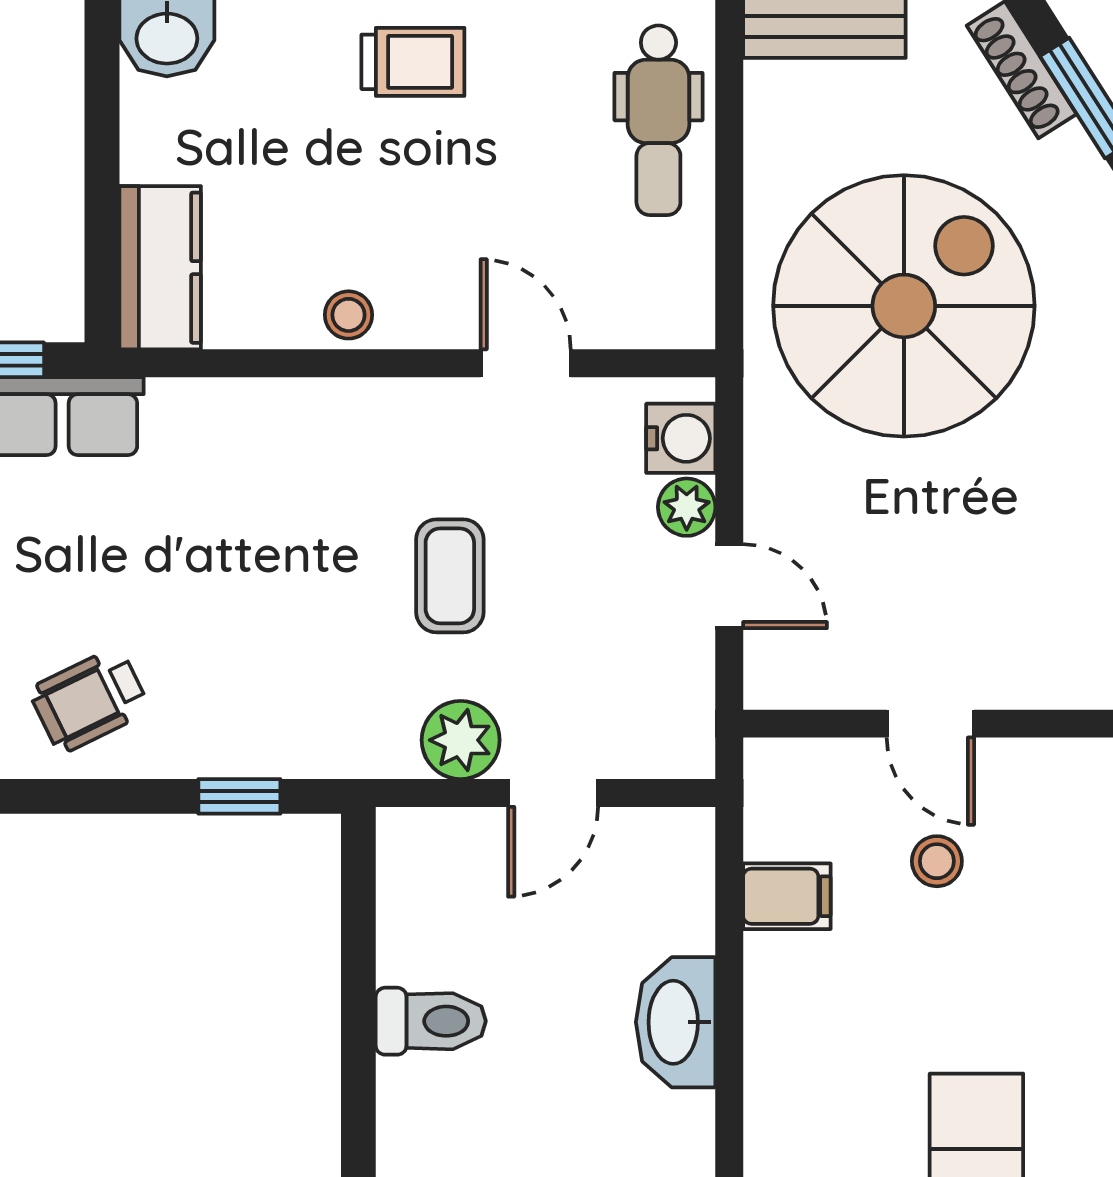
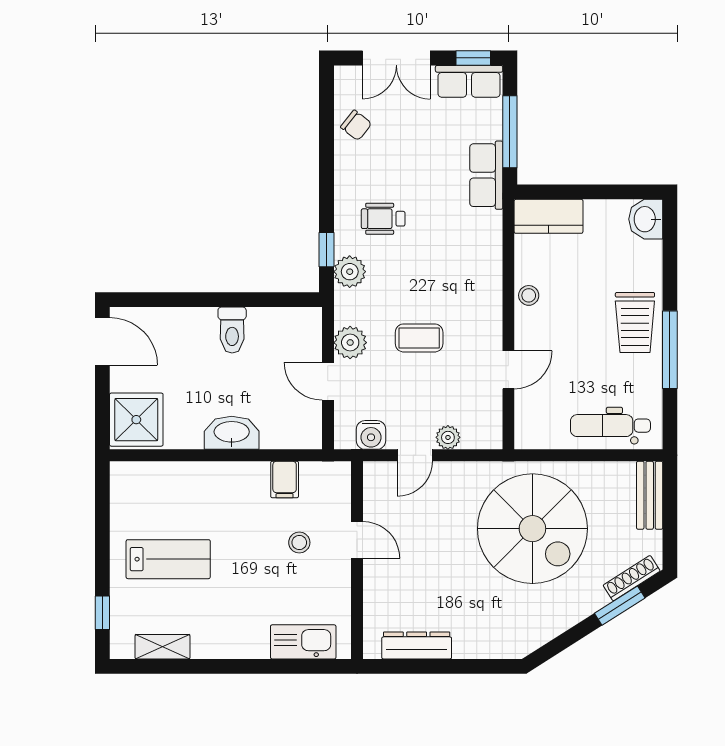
trolley: (413, 62) -> (635, 322), width x1.36, depth x1.39
water cooler: (681, 438) -> (371, 435), moved
wheelchair: (89, 700) -> (383, 219), moved, turned -64
door: (930, 724) -> (357, 540), swing flipped
plant: (292, 741) -> (350, 272), added

